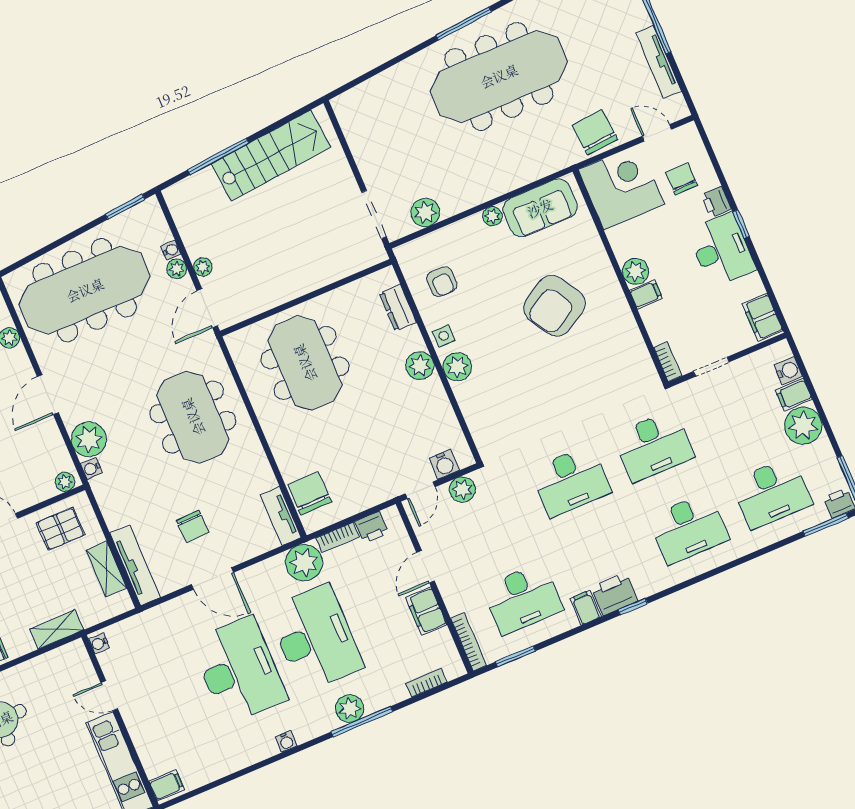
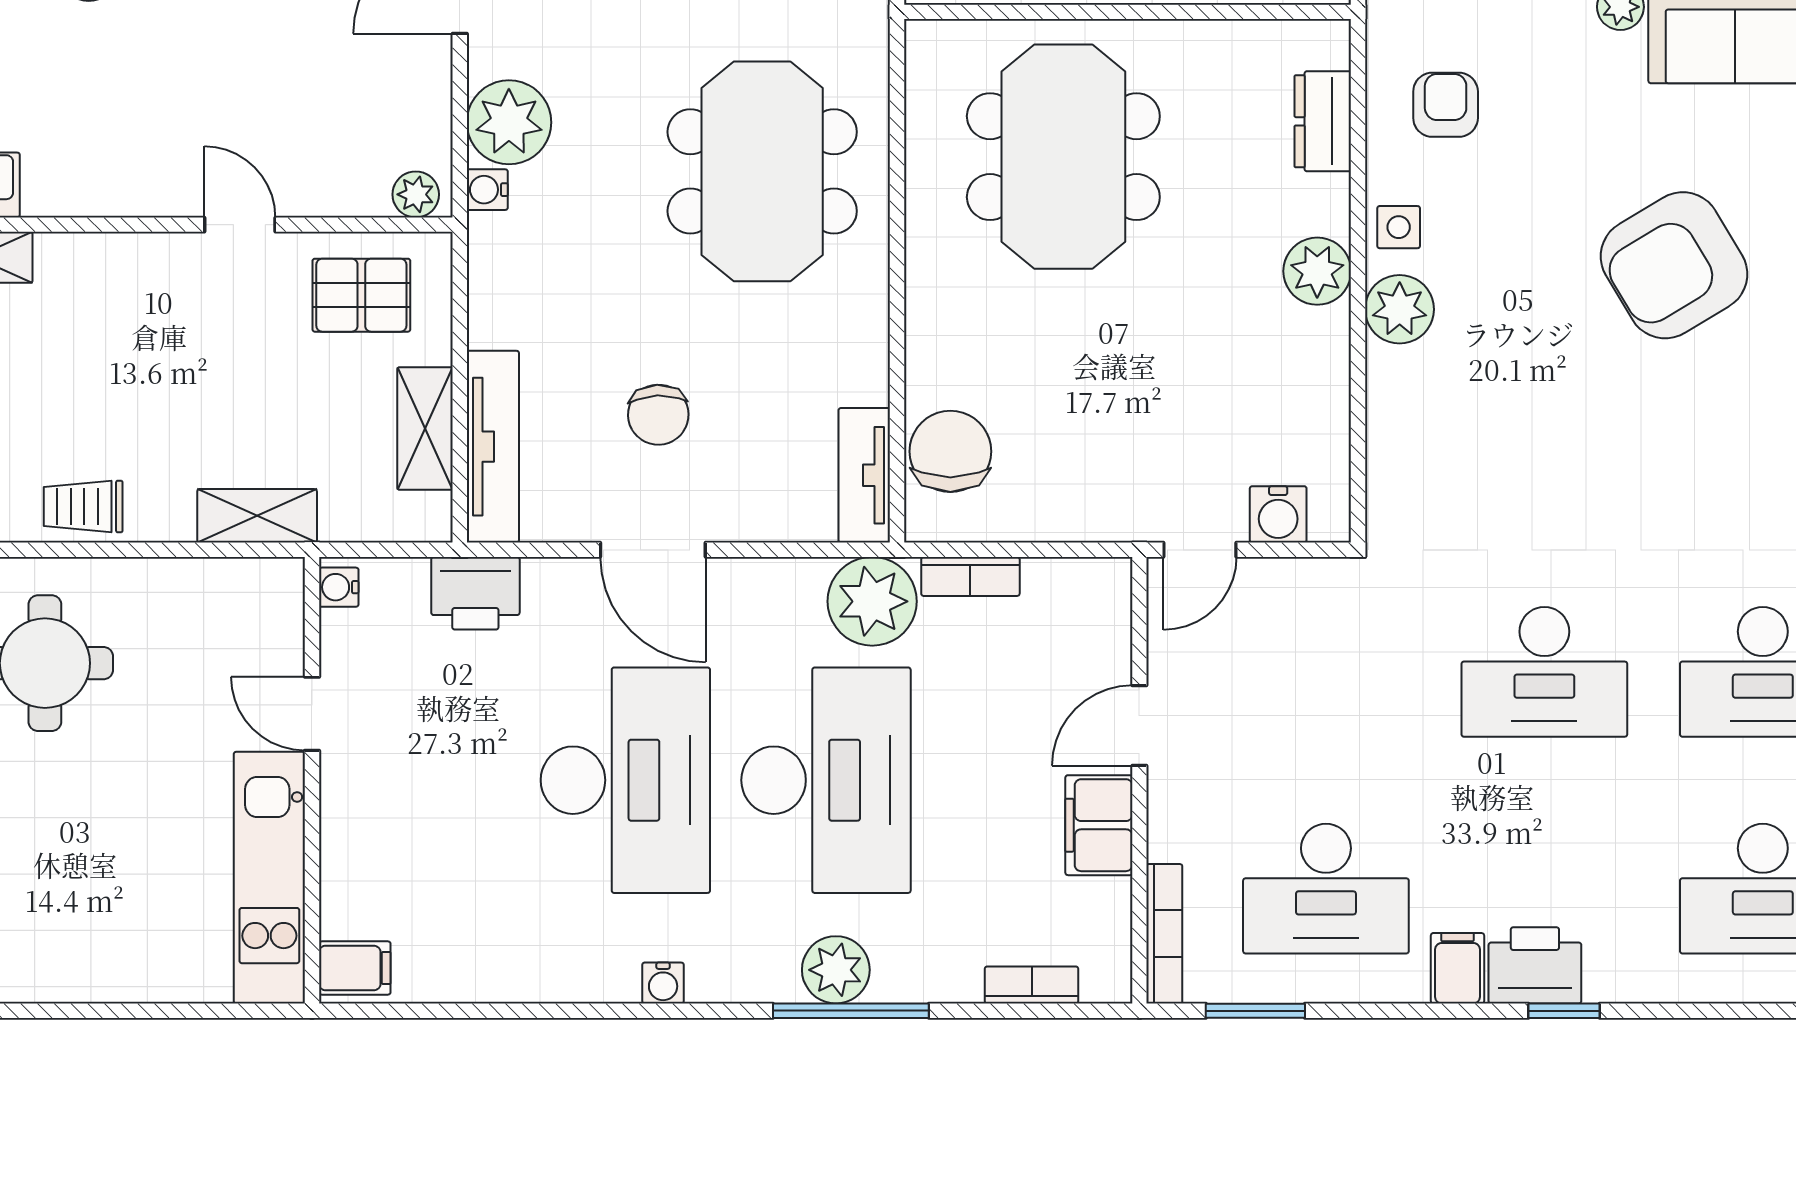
armchair: (442, 282) -> (1446, 105), turned 180
plant: (462, 489) -> (1295, 588), removed
printer: (372, 527) -> (475, 593), moved, width x1.36, depth x1.24

